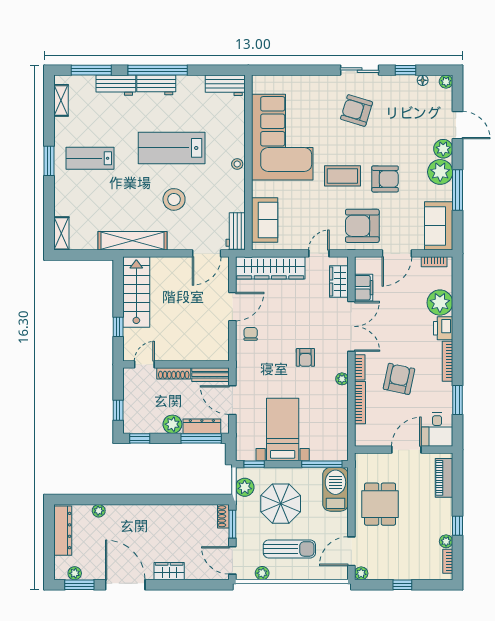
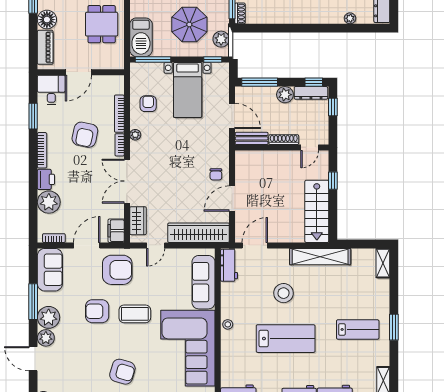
sofa: (265, 220) -> (204, 282), width x1.36
filing cabinet: (364, 288) -> (116, 231), moved
armchair: (305, 357) -> (148, 104), moved
dresser: (202, 426) -> (311, 93), moved
floor lamp: (442, 509) -> (47, 20), added

